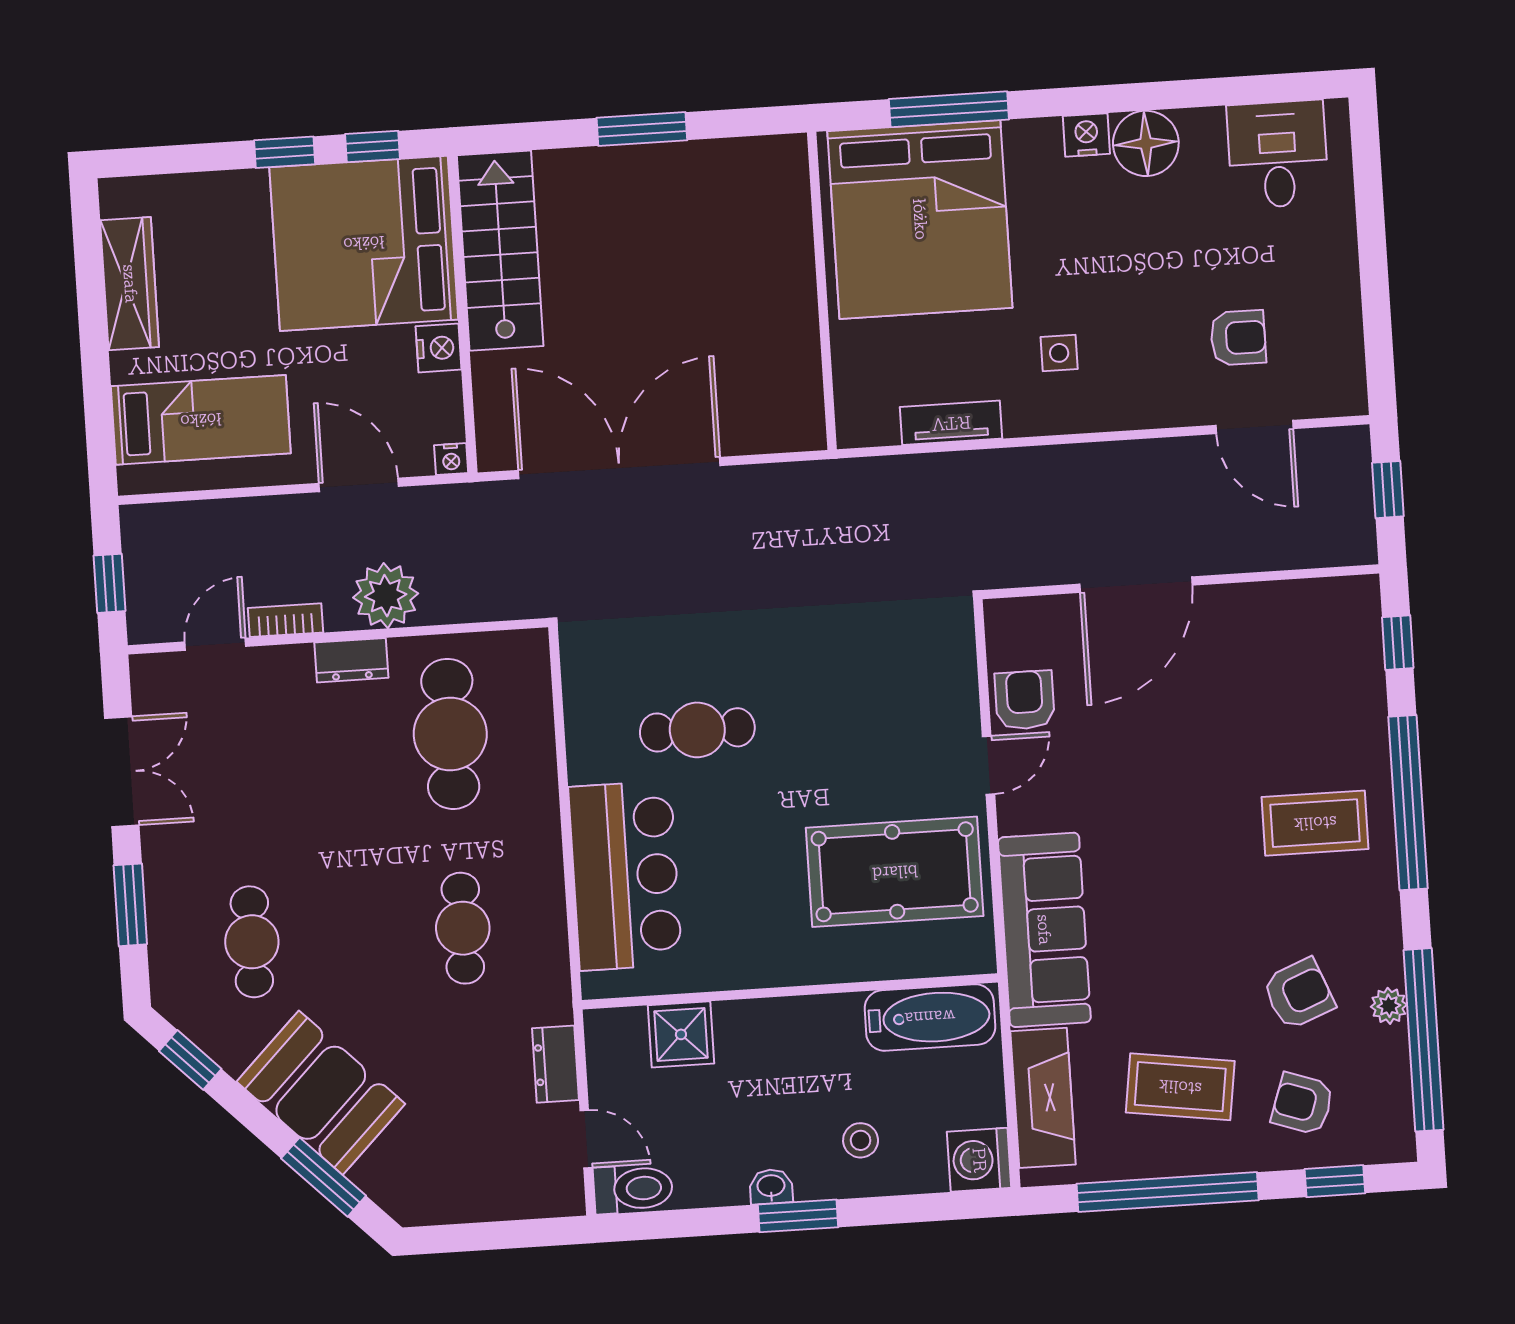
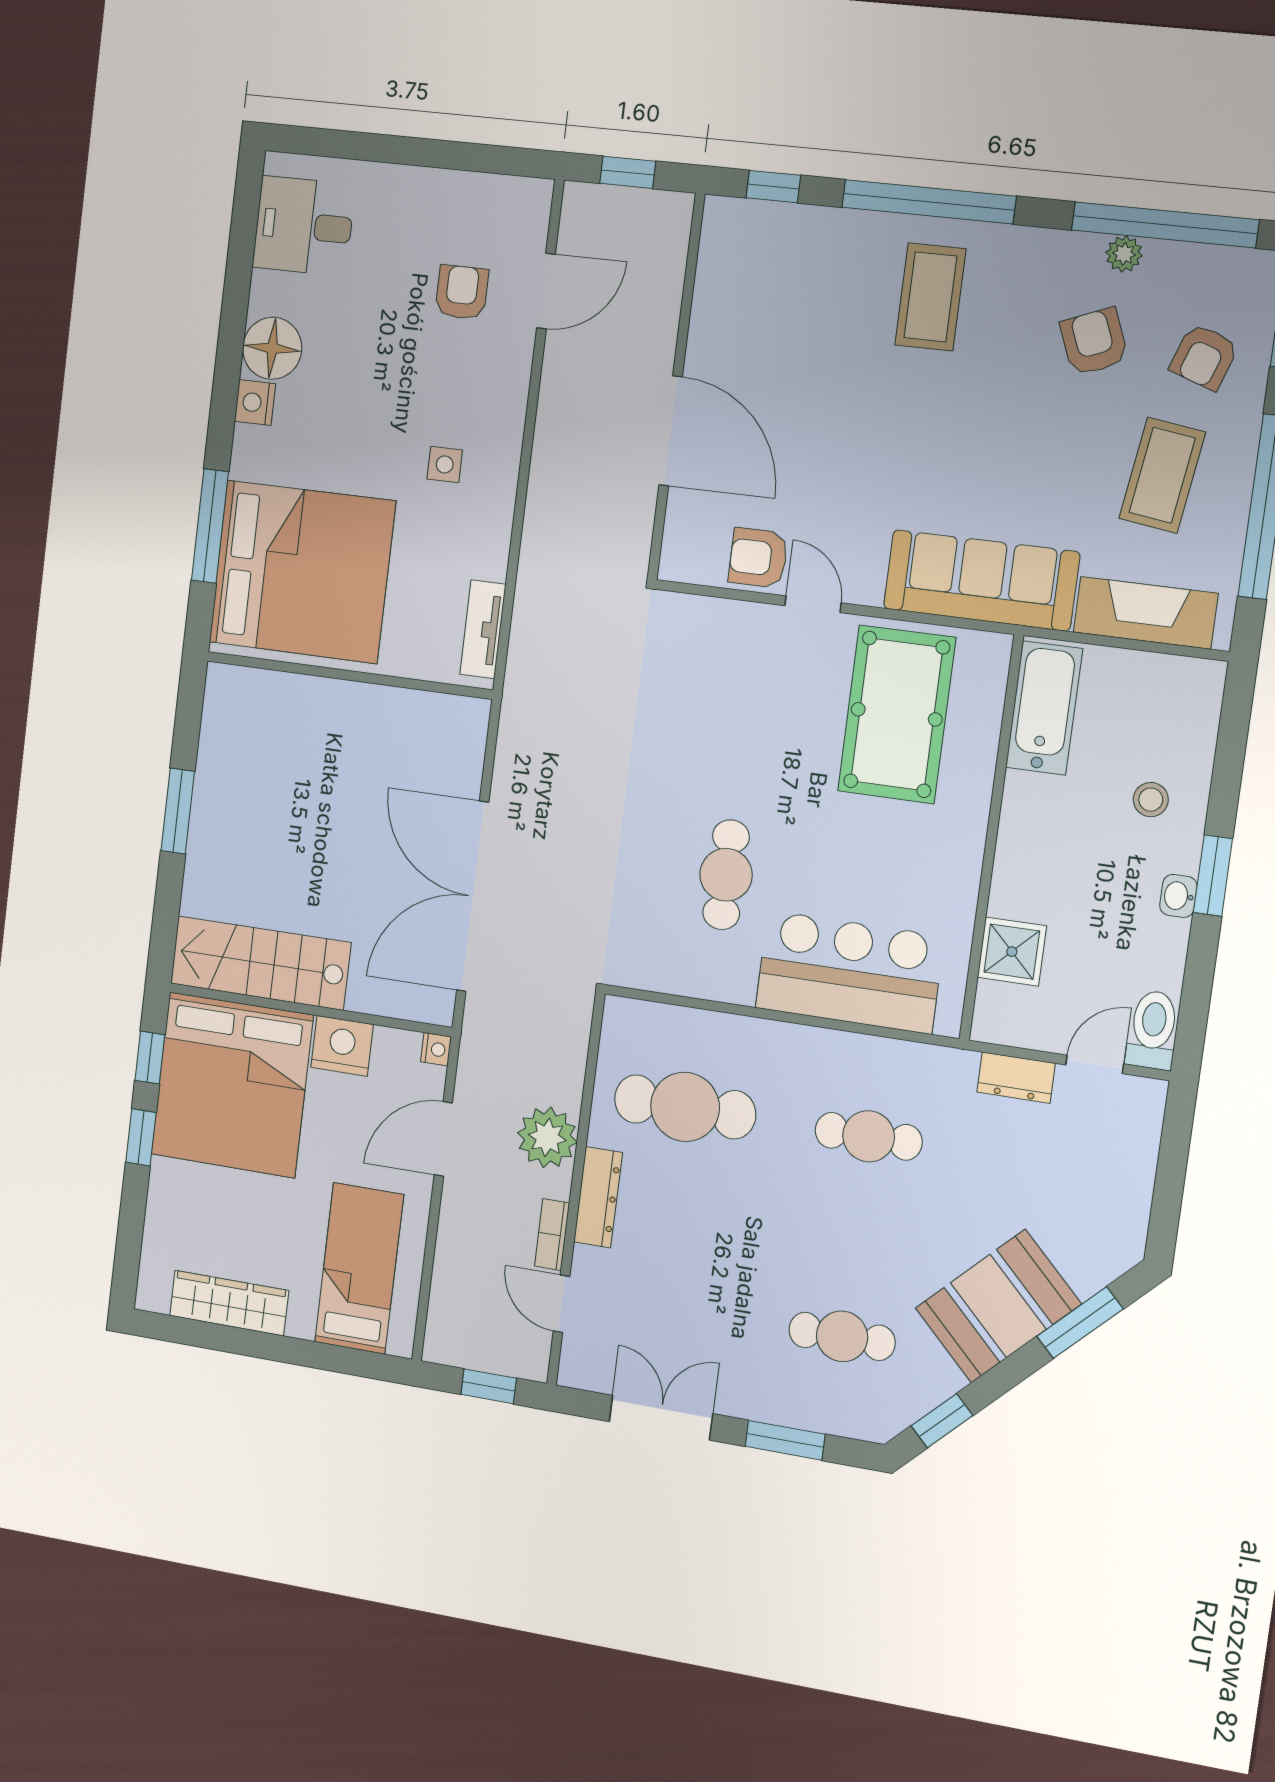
nightstand: (439, 348) -> (342, 1046), width x1.36, depth x1.33
tv unit: (951, 423) -> (483, 629), moved
dresser: (351, 660) -> (598, 1197), width x1.44
washing machine: (979, 1160) -> (1194, 687), removed

